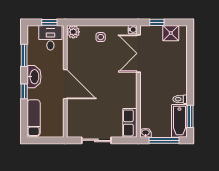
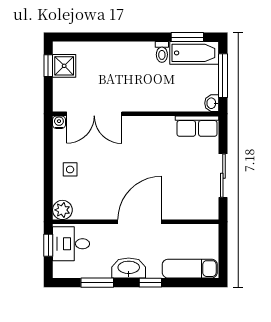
window: (157, 22) -> (48, 66), moved

